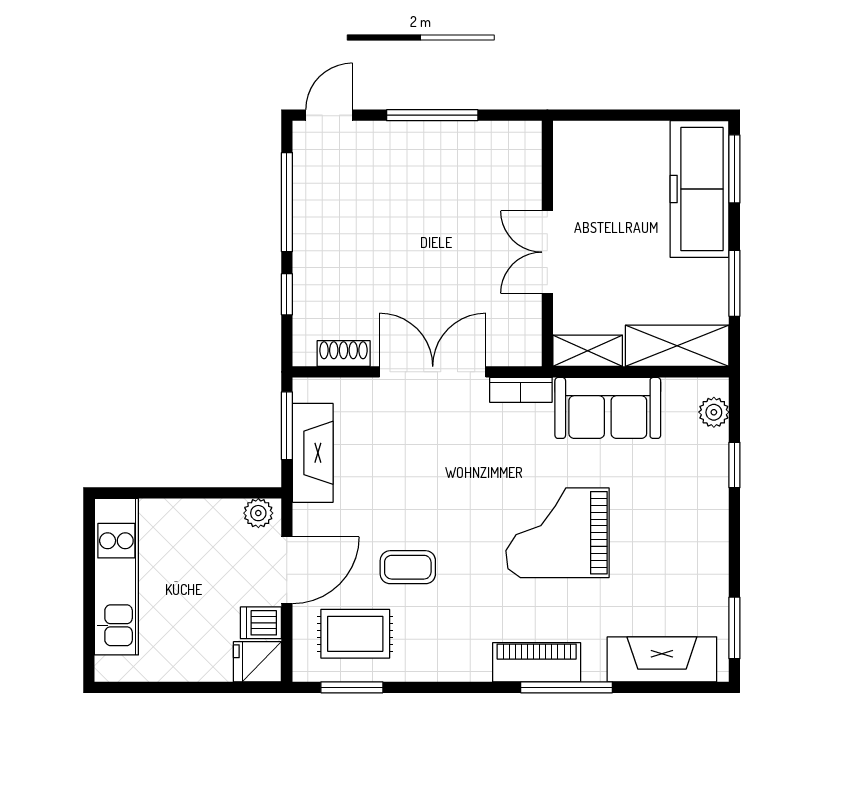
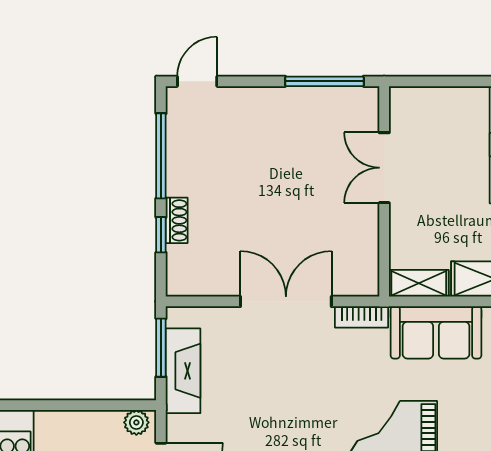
window: (432, 115) -> (324, 81), moved
double door: (547, 252) -> (384, 168), moved
shoe rack: (344, 354) -> (177, 220), moved, turned 90

